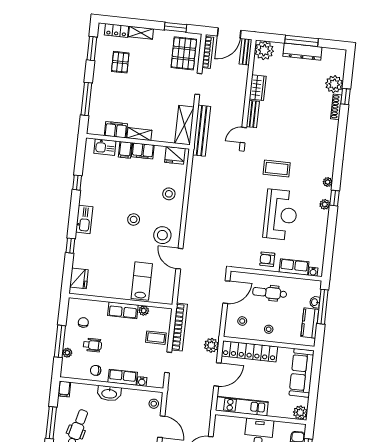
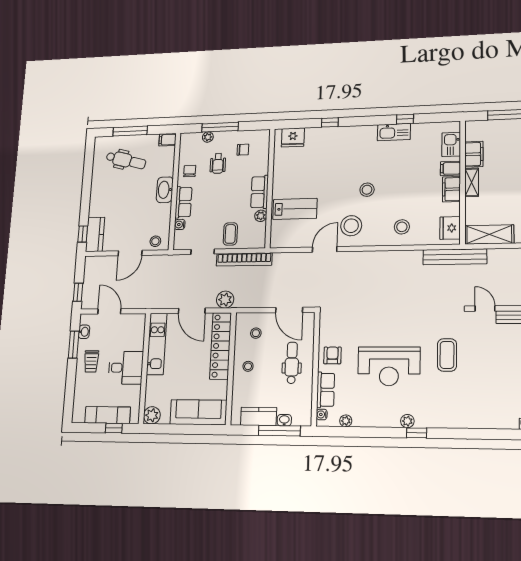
bench: (202, 131) -> (455, 257), moved
plant: (328, 182) -> (346, 421), moved
kitchen sink: (84, 219) -> (394, 132), moved

